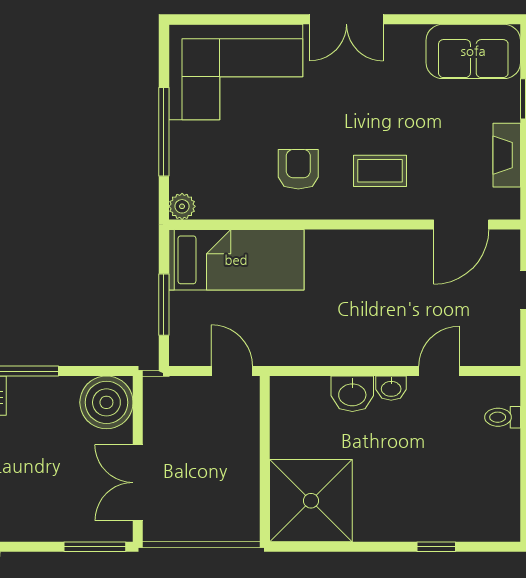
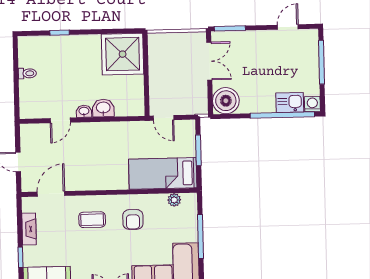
plant: (182, 206) -> (174, 200), moved
toilet: (503, 417) -> (27, 73), moved

